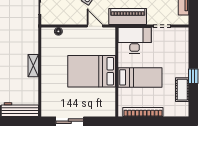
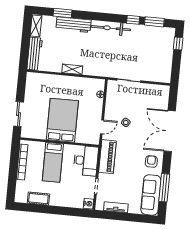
nightstand: (183, 33) -> (89, 204), added
window: (193, 76) -> (49, 209), removed
sliding door: (70, 121) -> (19, 114), moved

